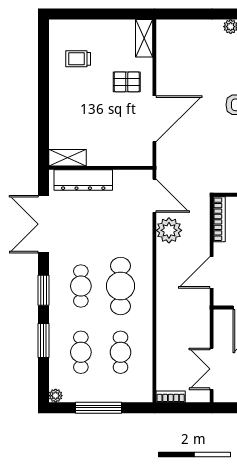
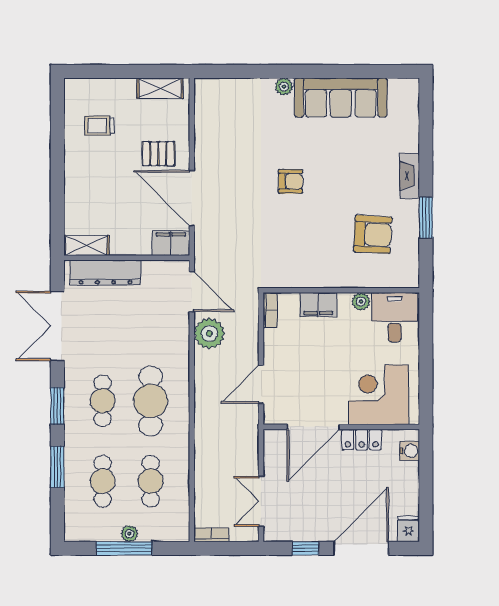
shelving: (144, 38) -> (160, 88), moved, turned 90
door: (154, 119) -> (192, 198), swing flipped
filing cabinet: (137, 156) -> (171, 243), added
bookcase: (219, 219) -> (270, 310), width x0.64
plant: (56, 396) -> (129, 534), moved

